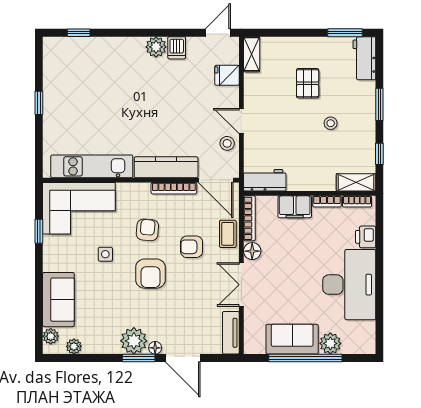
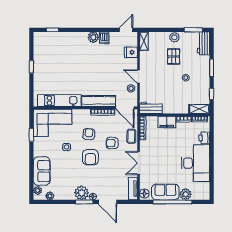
stool: (309, 47) -> (174, 37), added
floor lamp: (252, 251) -> (144, 194), moved

